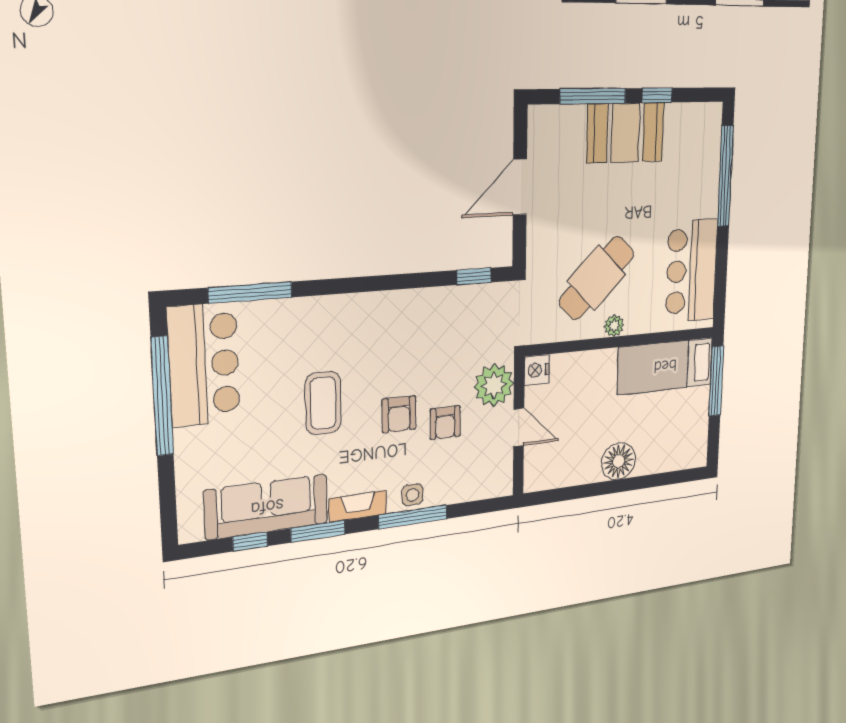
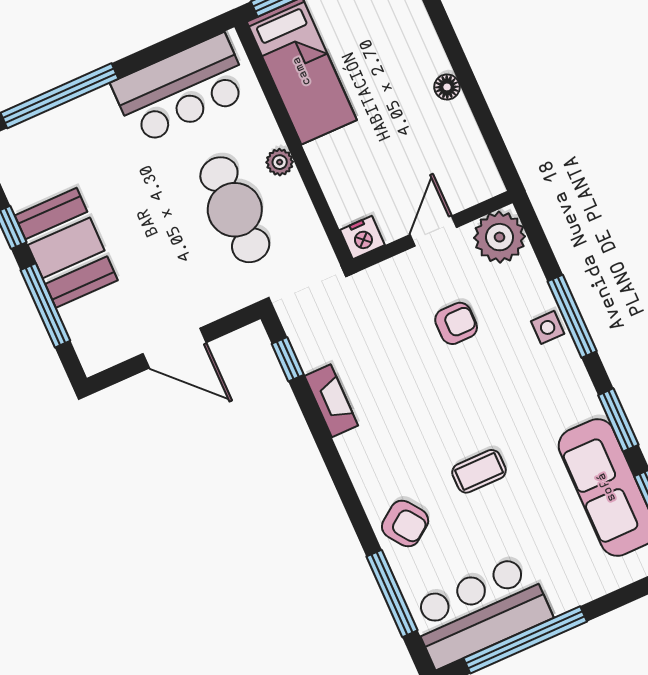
cafe table: (597, 278) -> (235, 210), turned 44
plant: (494, 385) -> (500, 237), moved
coffee table: (323, 403) -> (479, 471), width x0.73, depth x0.77
armchair: (399, 414) -> (405, 523), moved, turned 54
floor lamp: (619, 461) -> (447, 87), width x0.53, depth x0.53
fireplace: (358, 506) -> (331, 401), moved, turned 180

